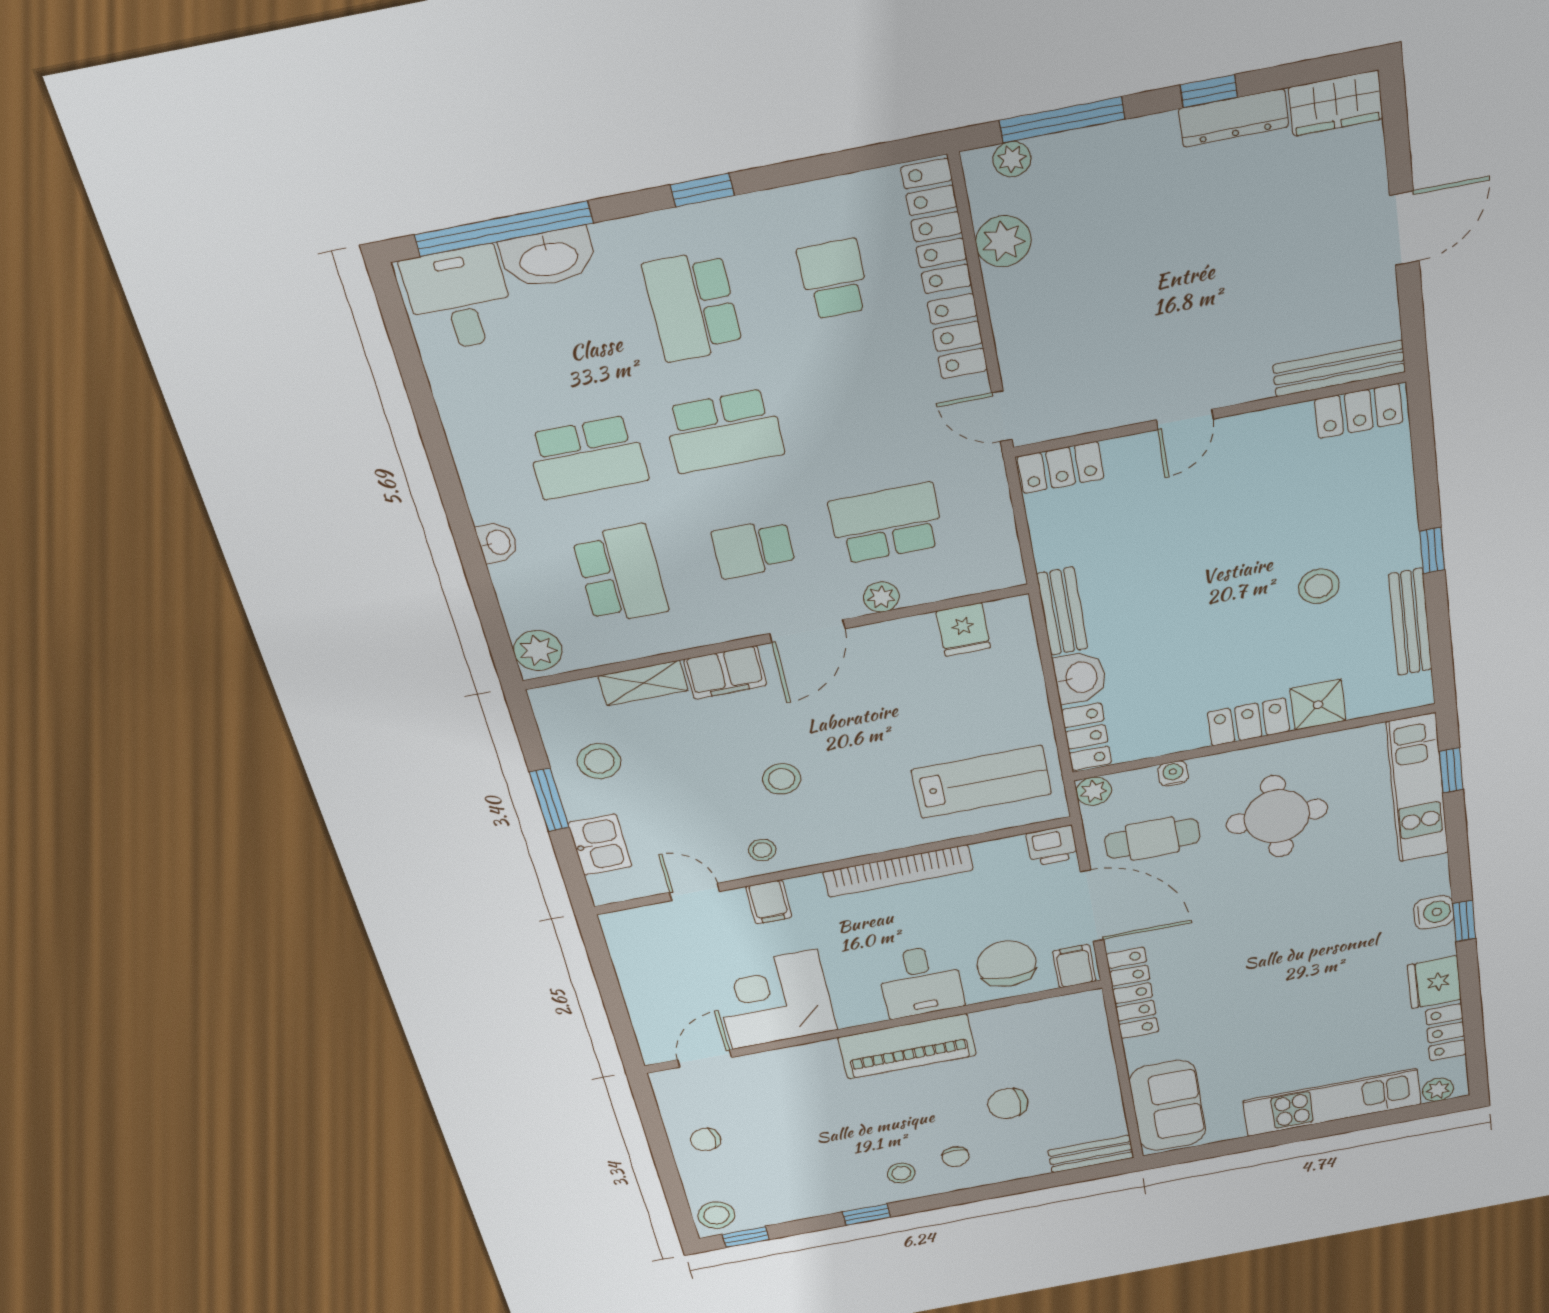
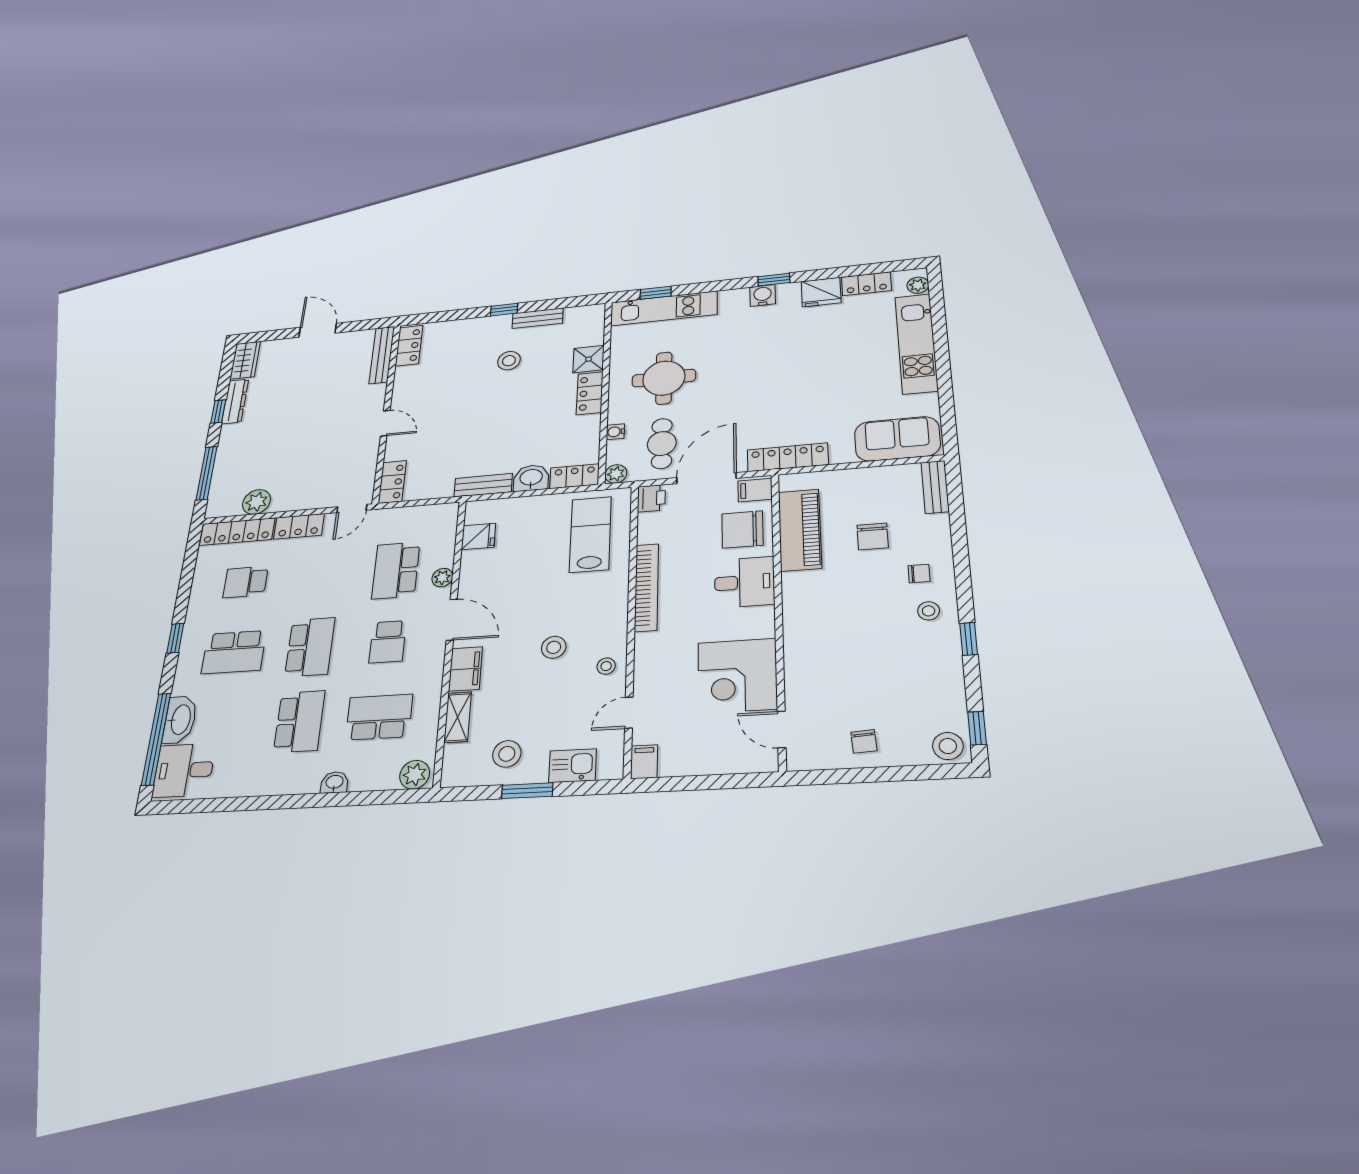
plant: (1012, 159) -> (217, 496), removed
bench: (1410, 622) -> (538, 318), width x0.73
filing cabinet: (769, 902) -> (644, 762), moved, turned -90
piano: (907, 1046) -> (800, 530), moved

